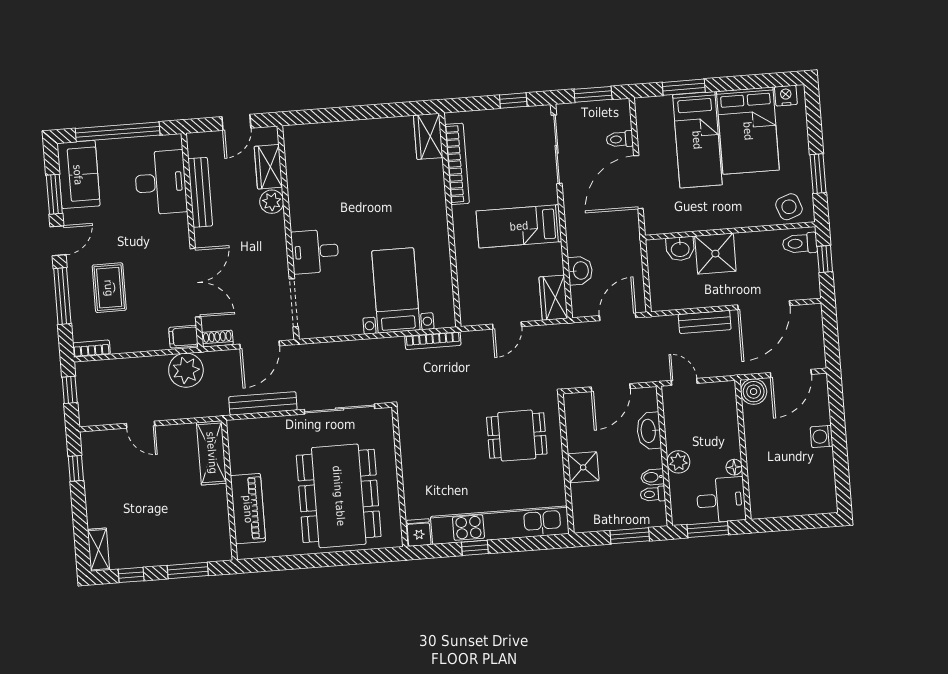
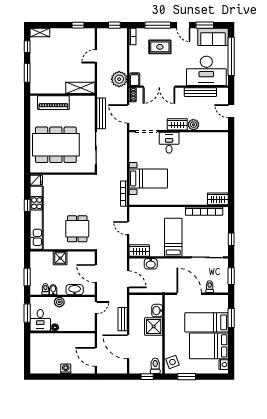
wardrobe: (268, 167) -> (177, 124), moved
desk: (161, 182) -> (206, 71), width x1.36, depth x1.30
boiler: (754, 392) -> (89, 339), removed

